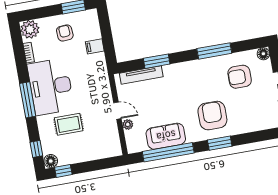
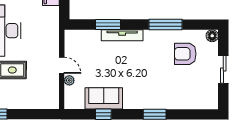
tv unit: (141, 75) -> (122, 35), moved
armchair: (212, 116) -> (152, 87), removed
window: (168, 152) -> (103, 114), width x0.32

